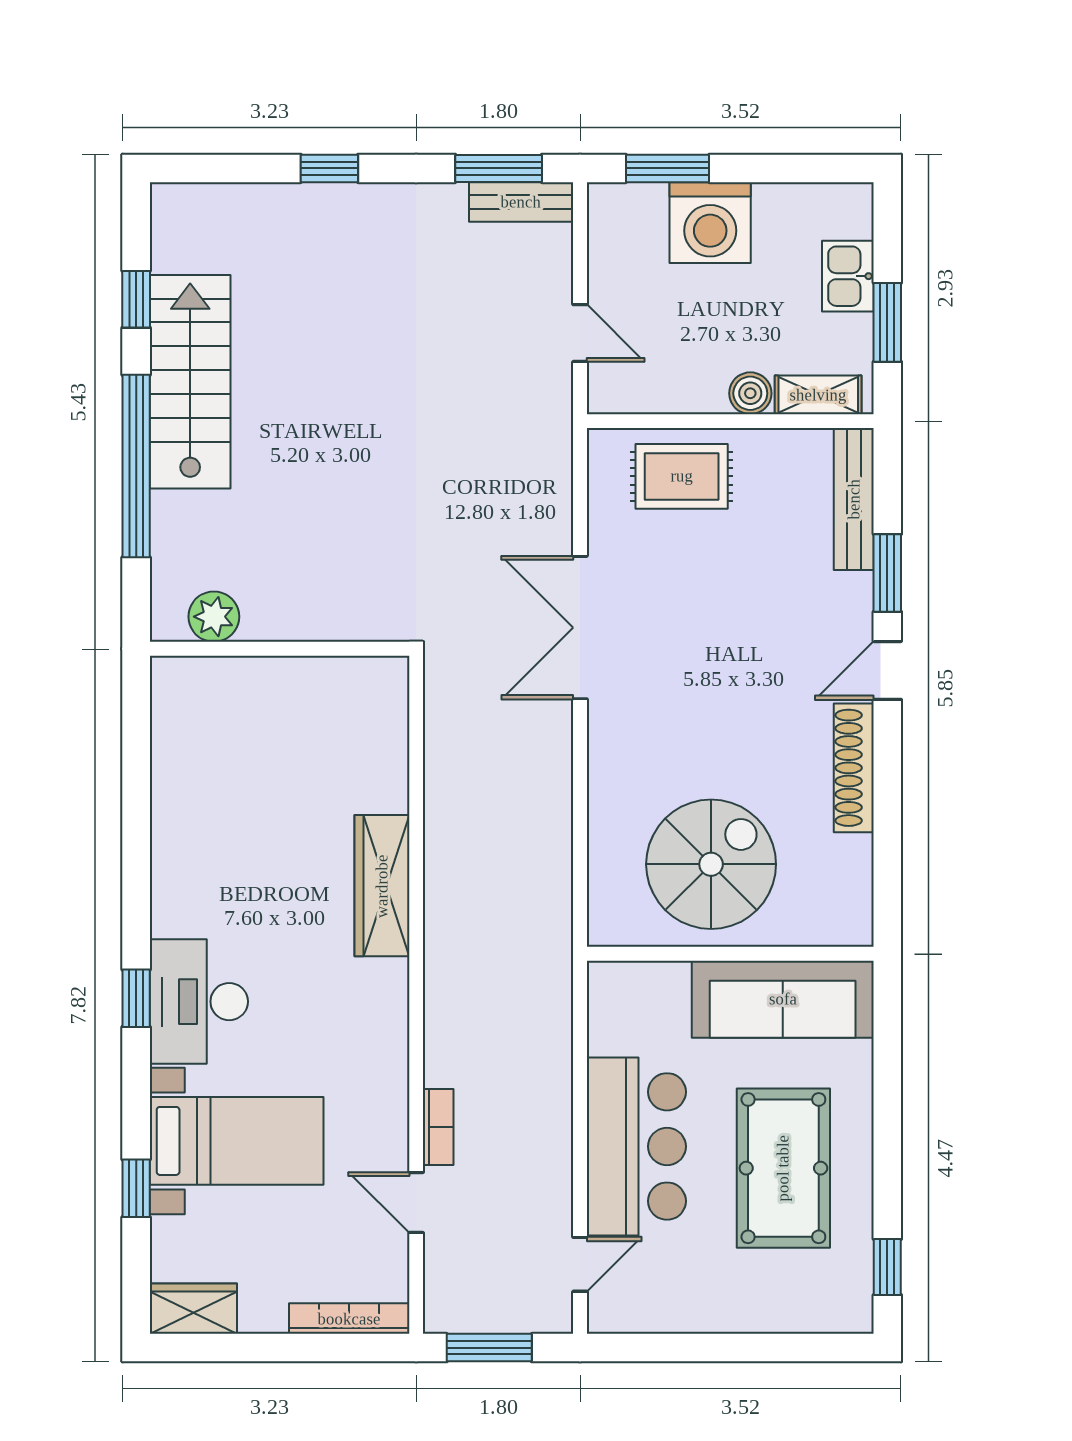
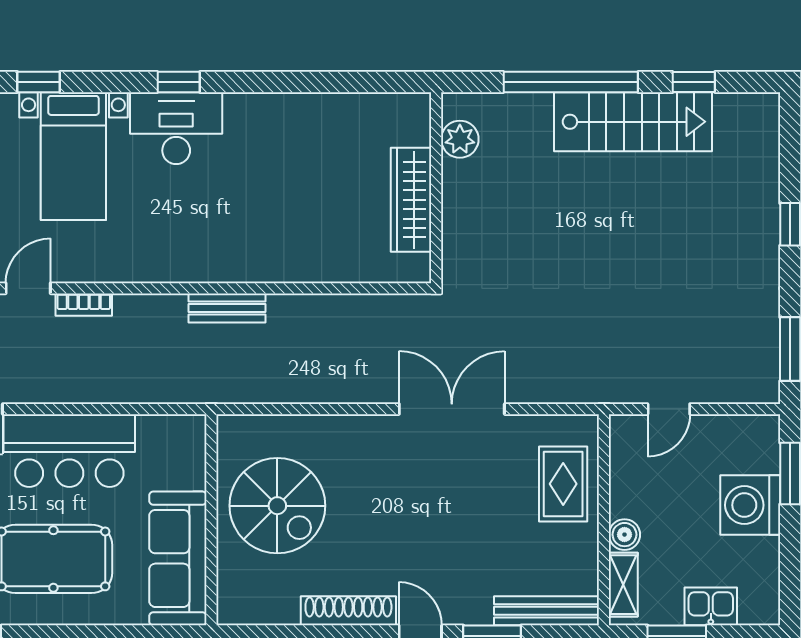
bench: (521, 202) -> (227, 308), moved, turned 90
wardrobe: (382, 886) -> (411, 200), moved, turned -90

